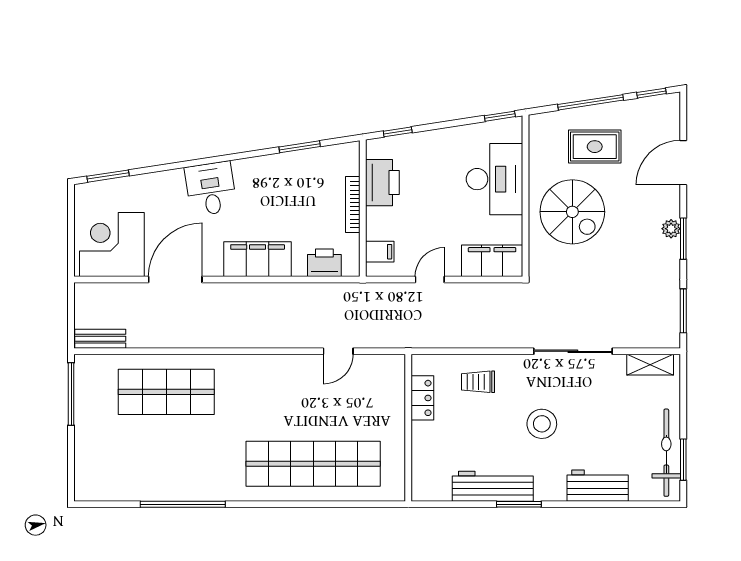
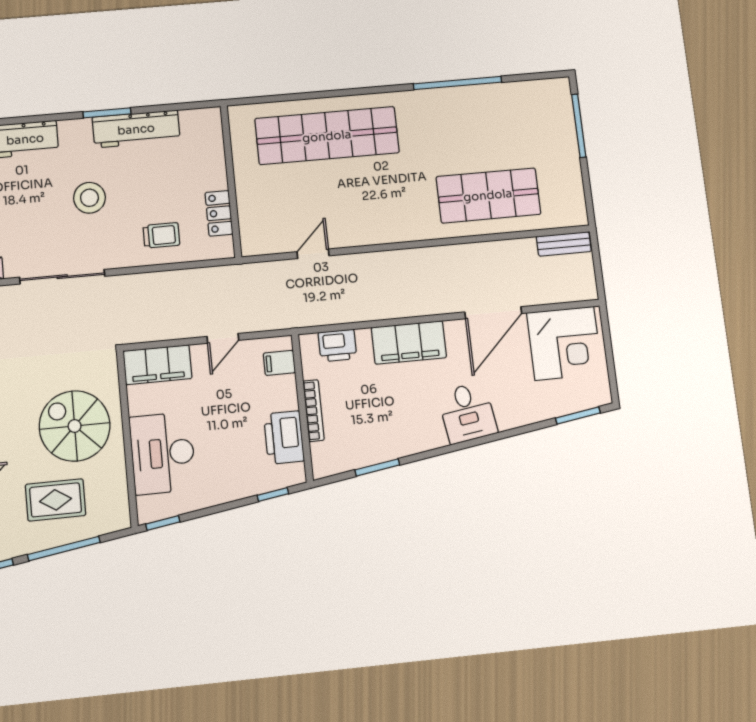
window: (71, 394) -> (579, 126), moved

